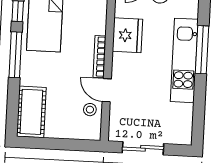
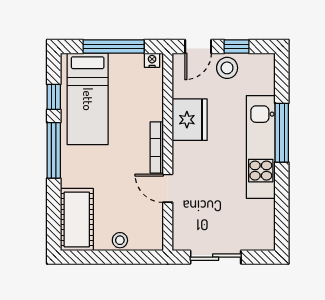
stool: (90, 110) -> (120, 240), moved

